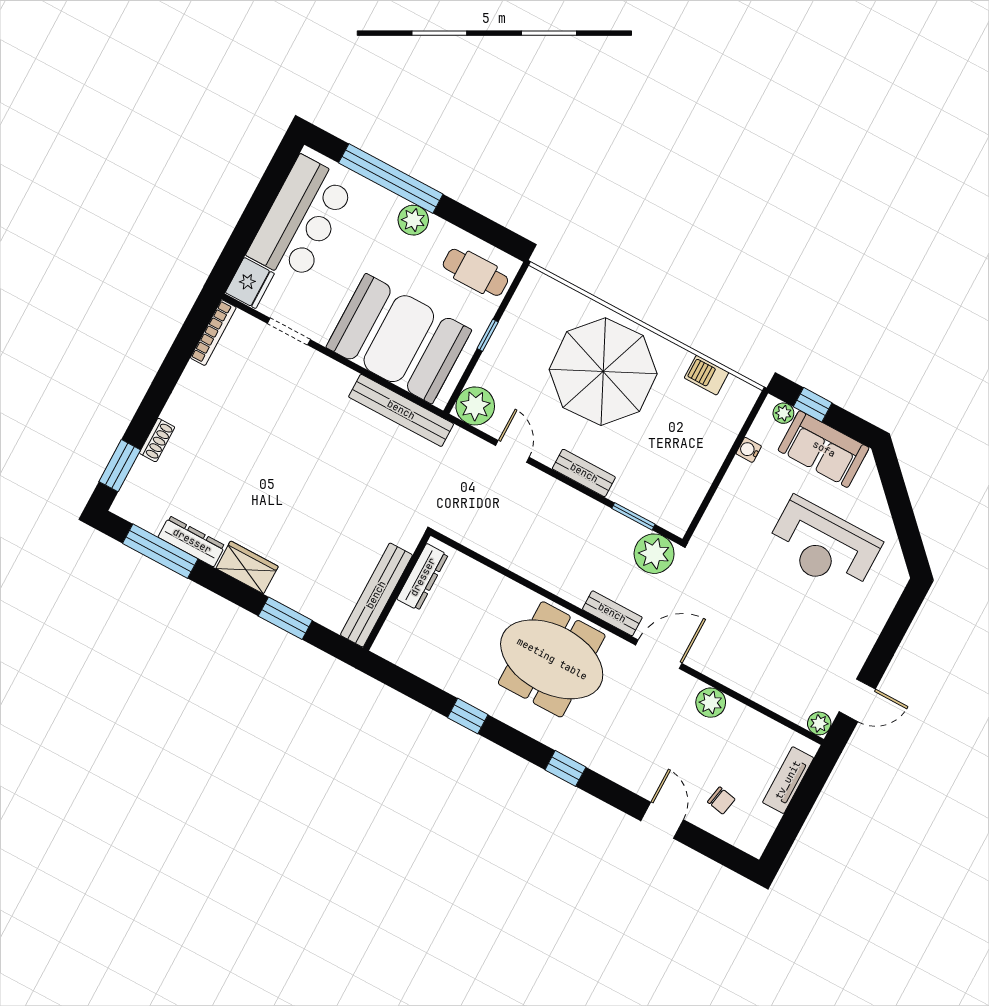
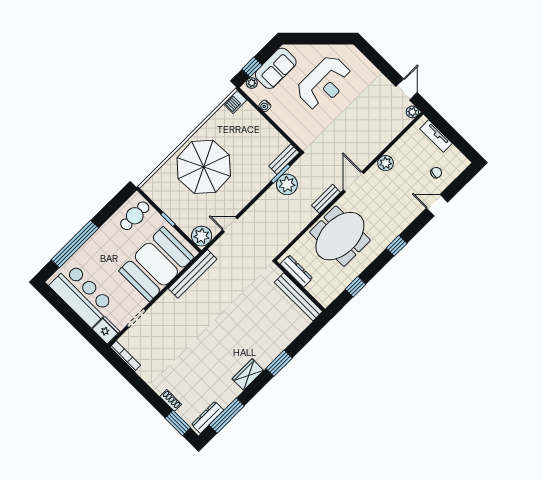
plant: (413, 220) -> (99, 239), removed
barbecue: (707, 375) -> (235, 102), moved
bench: (584, 473) -> (284, 159), moved
dresser: (192, 541) -> (208, 417), moved
plant: (654, 554) -> (287, 184), moved
dresser: (423, 577) -> (296, 271), moved
wall: (397, 592) -> (300, 286), moved
bench: (376, 595) -> (298, 297), moved

